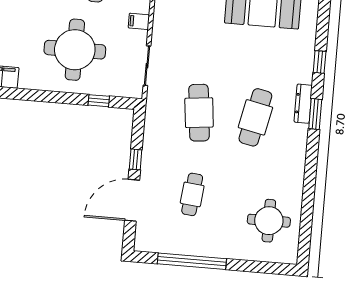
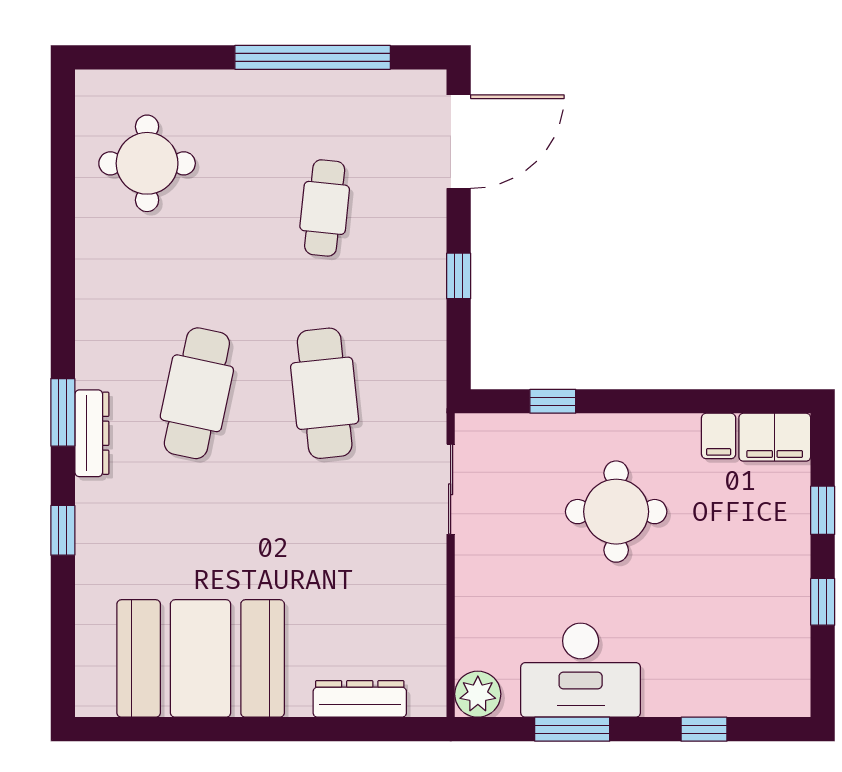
filing cabinet: (139, 21) -> (719, 436), moved, turned 90
round table: (75, 50) -> (616, 512), width x0.73, depth x0.73
door: (132, 200) -> (459, 142), moved

